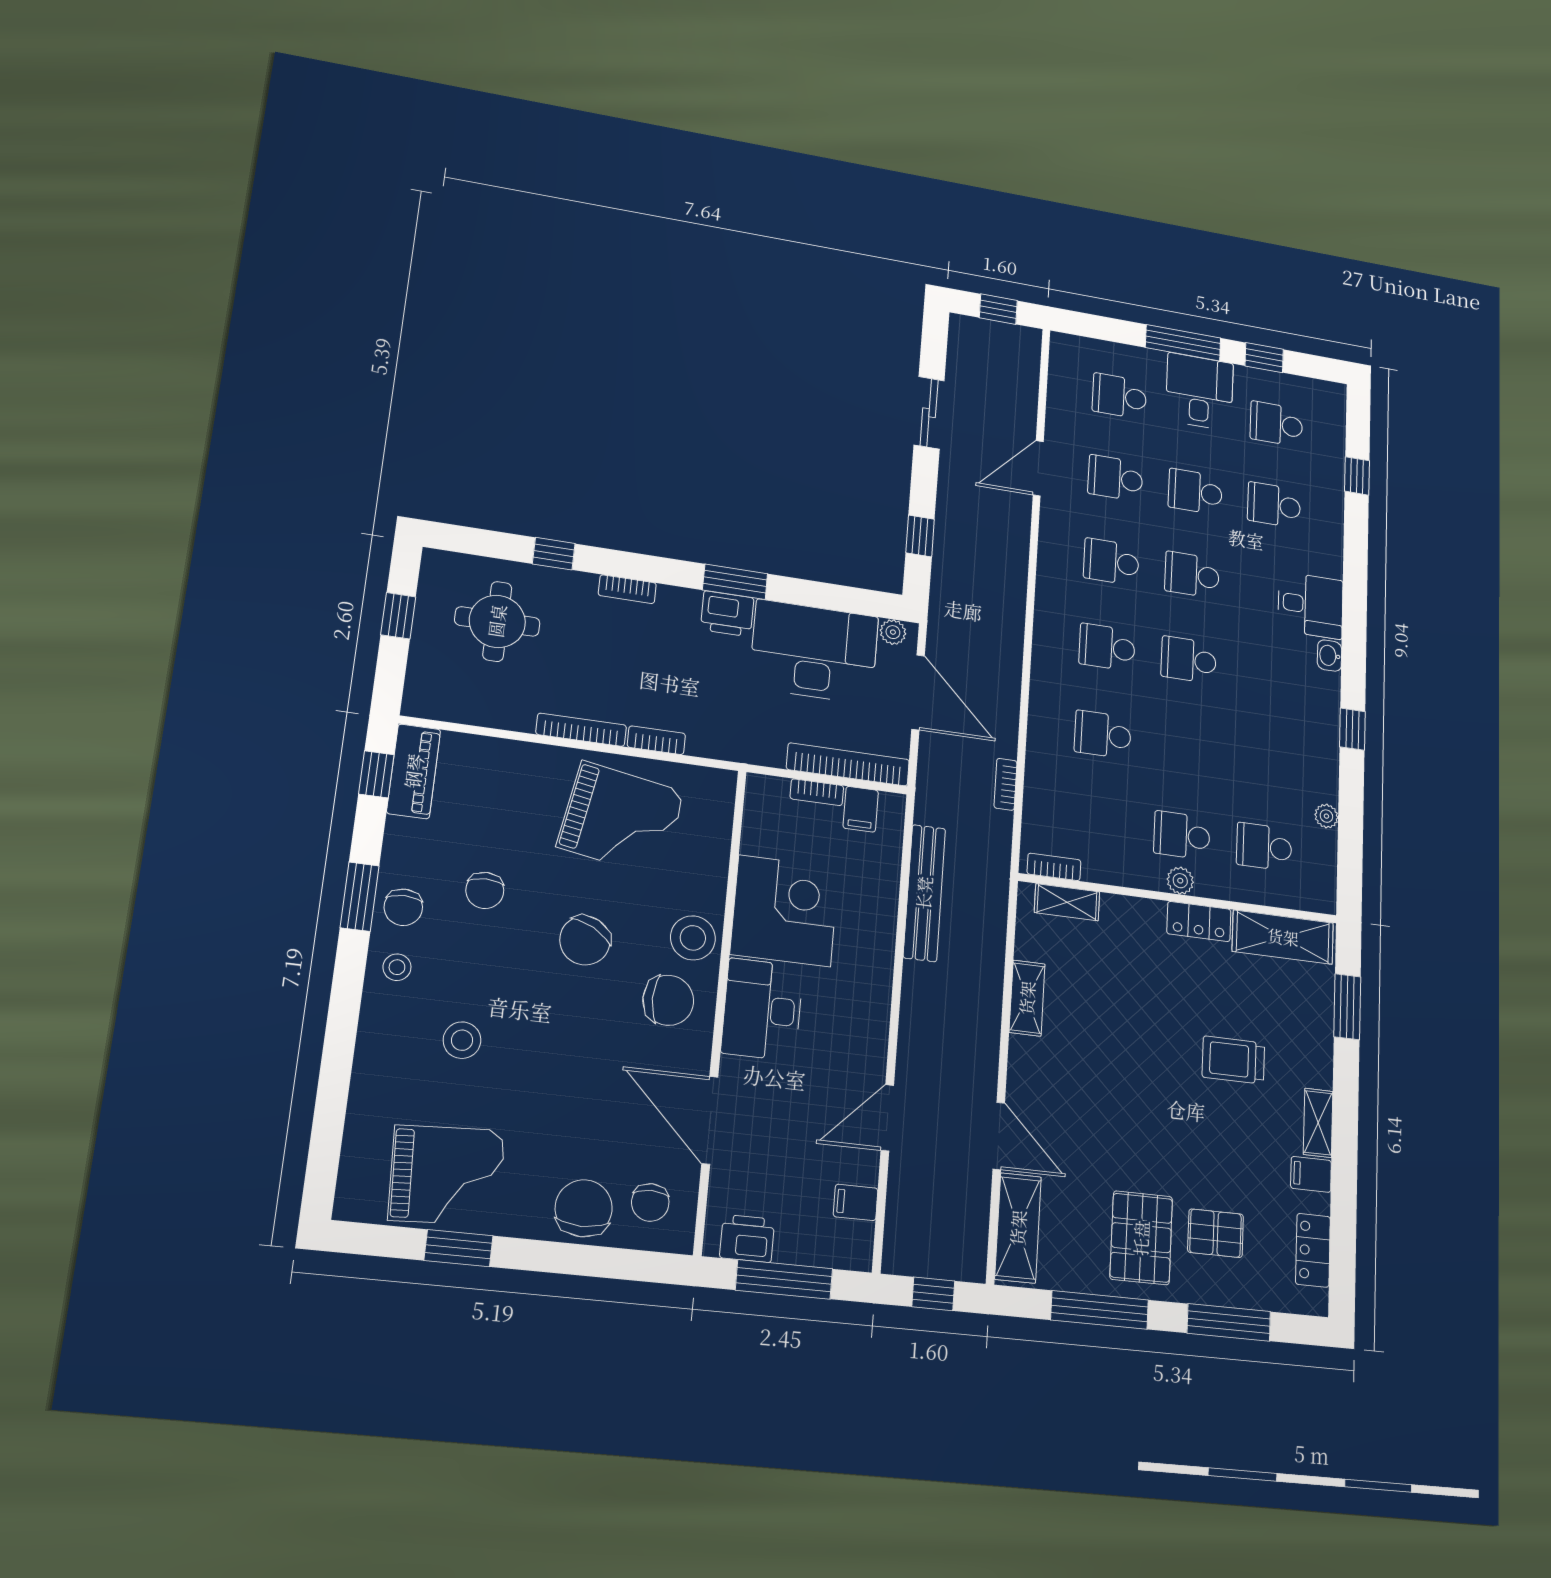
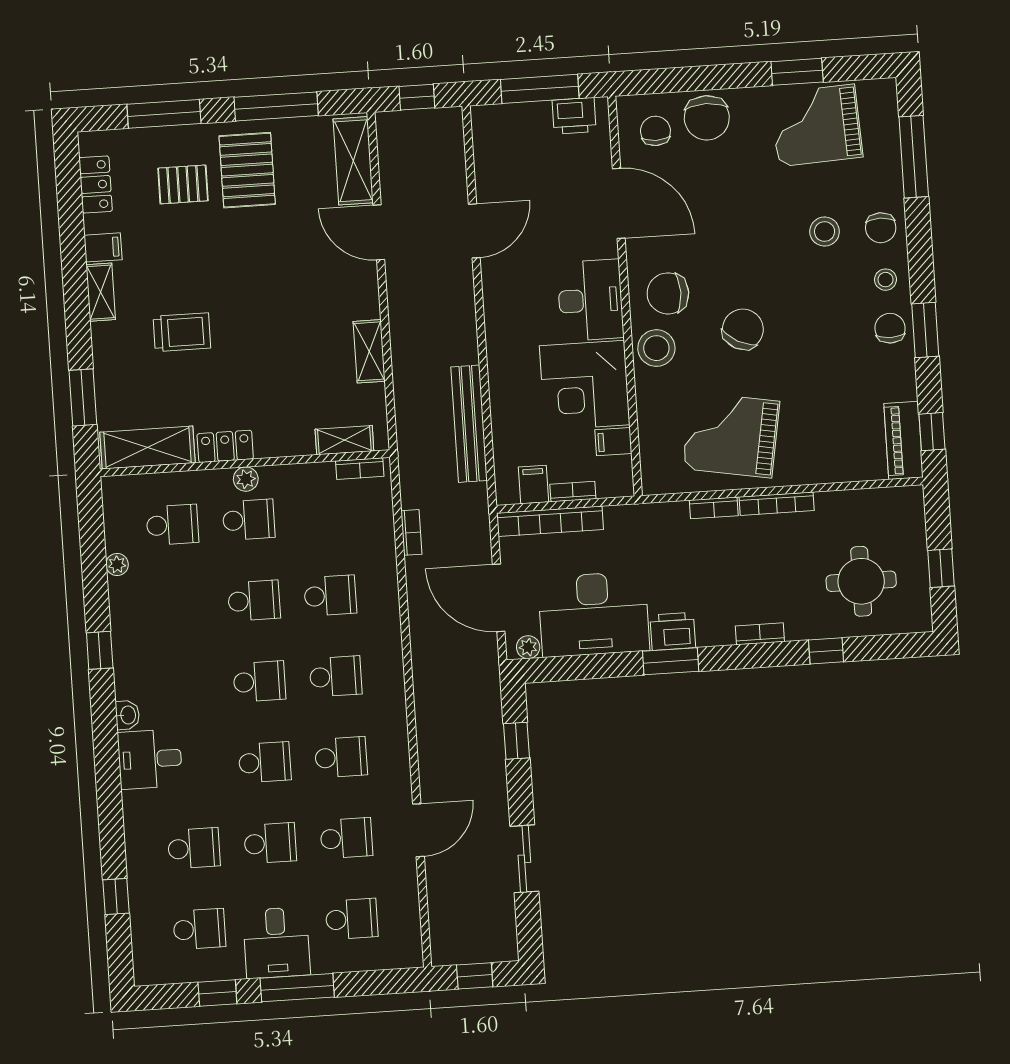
school desk: (1185, 747) -> (254, 601), added
chair: (485, 890) -> (881, 228), moved, turned 180
window: (330, 1114) -> (914, 157), added
filing cabinet: (856, 1202) -> (613, 442), moved, turned 180

